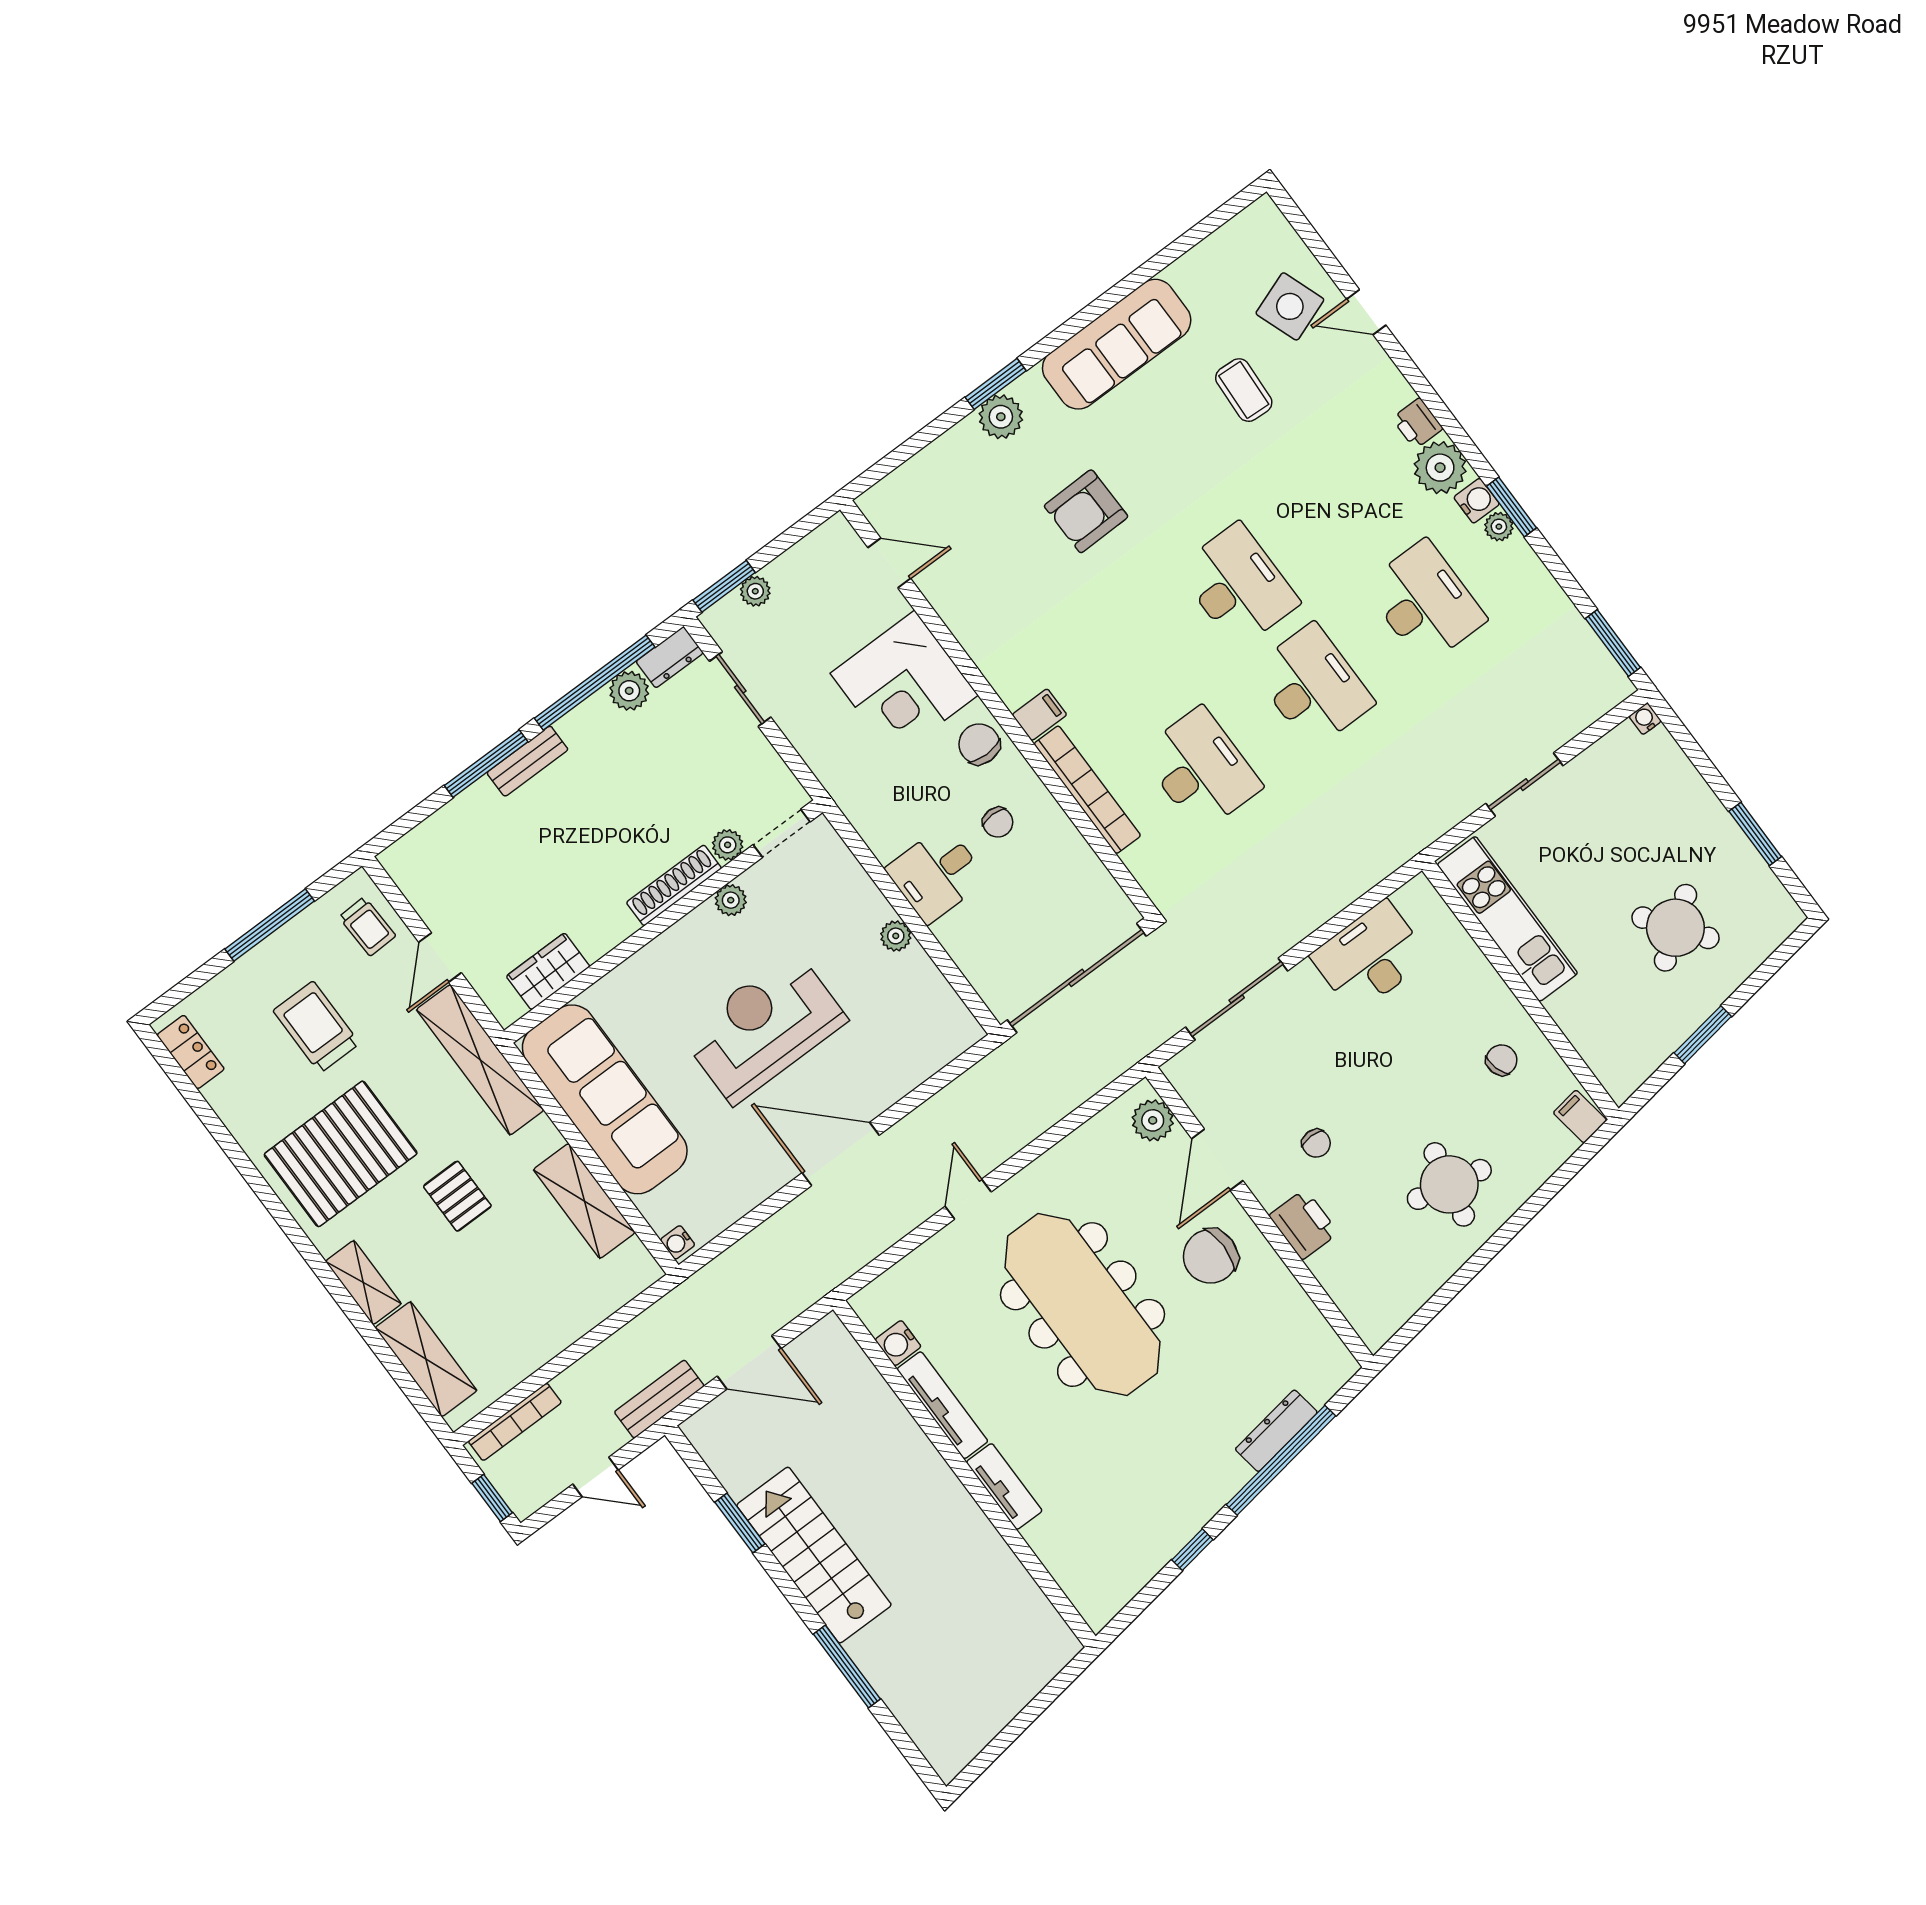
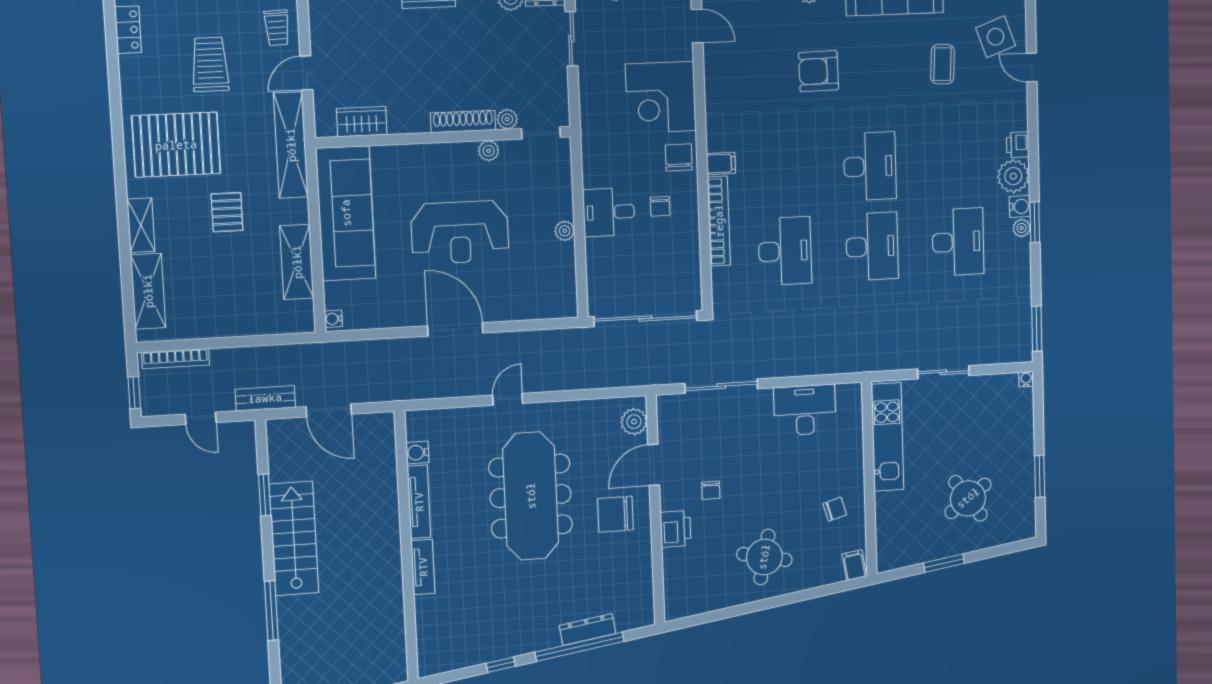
reception desk: (764, 1027) -> (460, 232), turned 180

